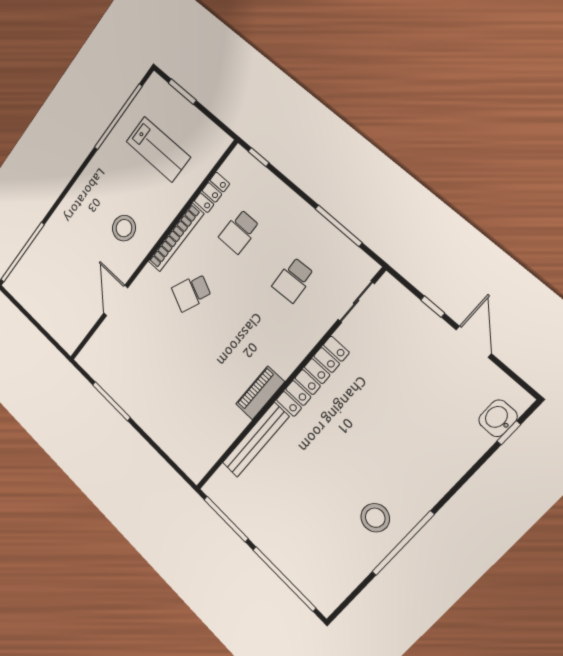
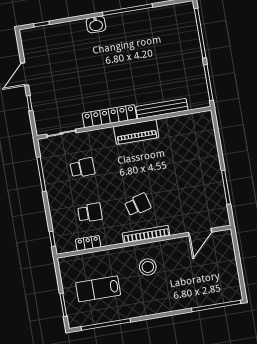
lab bench: (158, 149) -> (98, 289), turned -90
bookcase: (176, 238) -> (146, 234), moved
school desk: (191, 292) -> (138, 205), turned -39
door: (116, 300) -> (200, 232), moved
piano: (260, 393) -> (136, 132), width x1.37, depth x1.33
washbasin: (498, 418) -> (96, 24), moved
stool: (375, 518) -> (131, 30), removed

